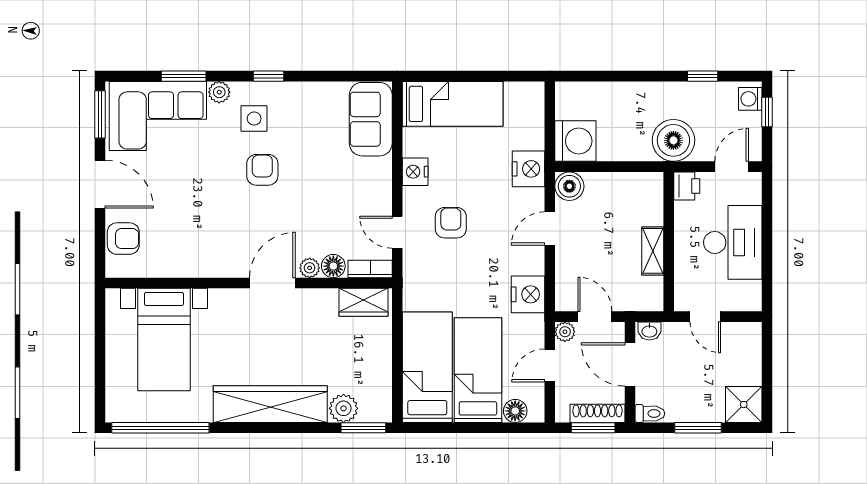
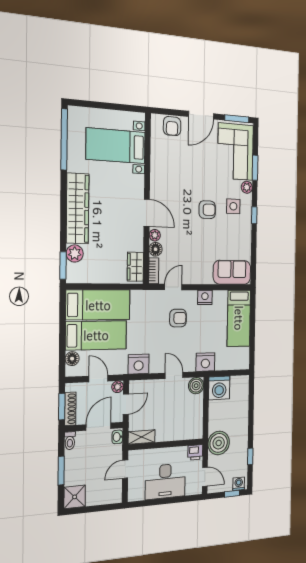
shelving: (653, 251) -> (142, 437), moved

